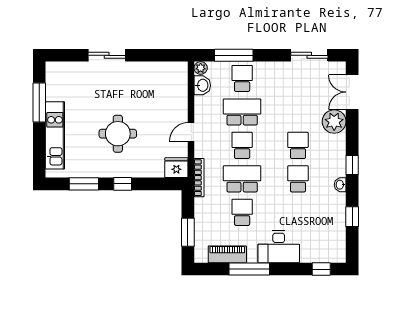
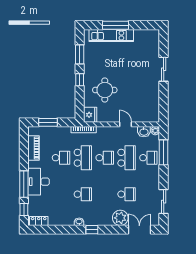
window: (39, 102) -> (115, 25), moved
door: (191, 132) -> (126, 124), moved
round table: (118, 134) -> (105, 90), moved
school desk: (298, 145) -> (127, 194), moved
window: (352, 217) -> (58, 230), removed
locker: (339, 246) -> (39, 221), added
window: (249, 269) -> (24, 184), moved

